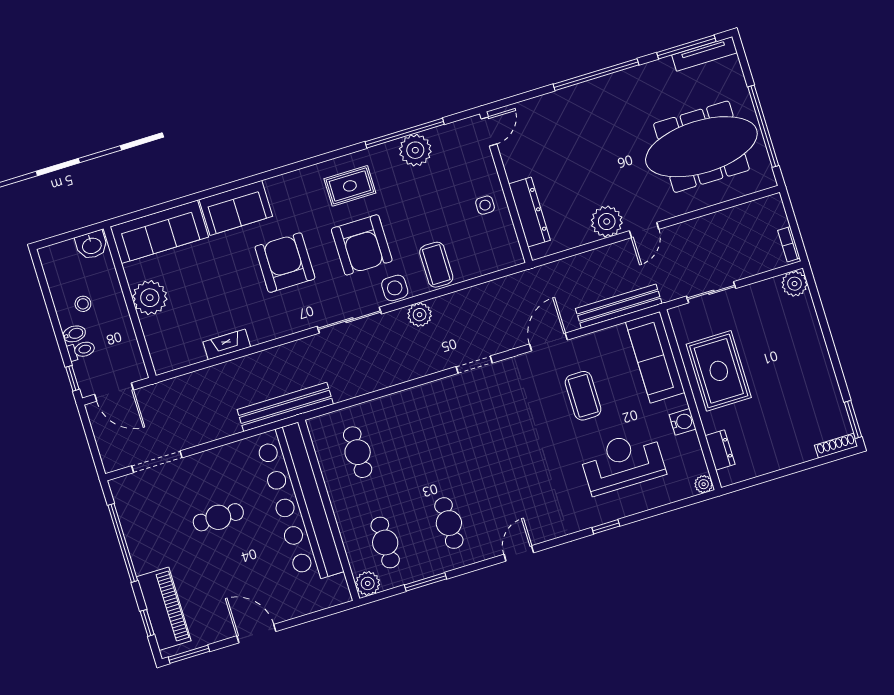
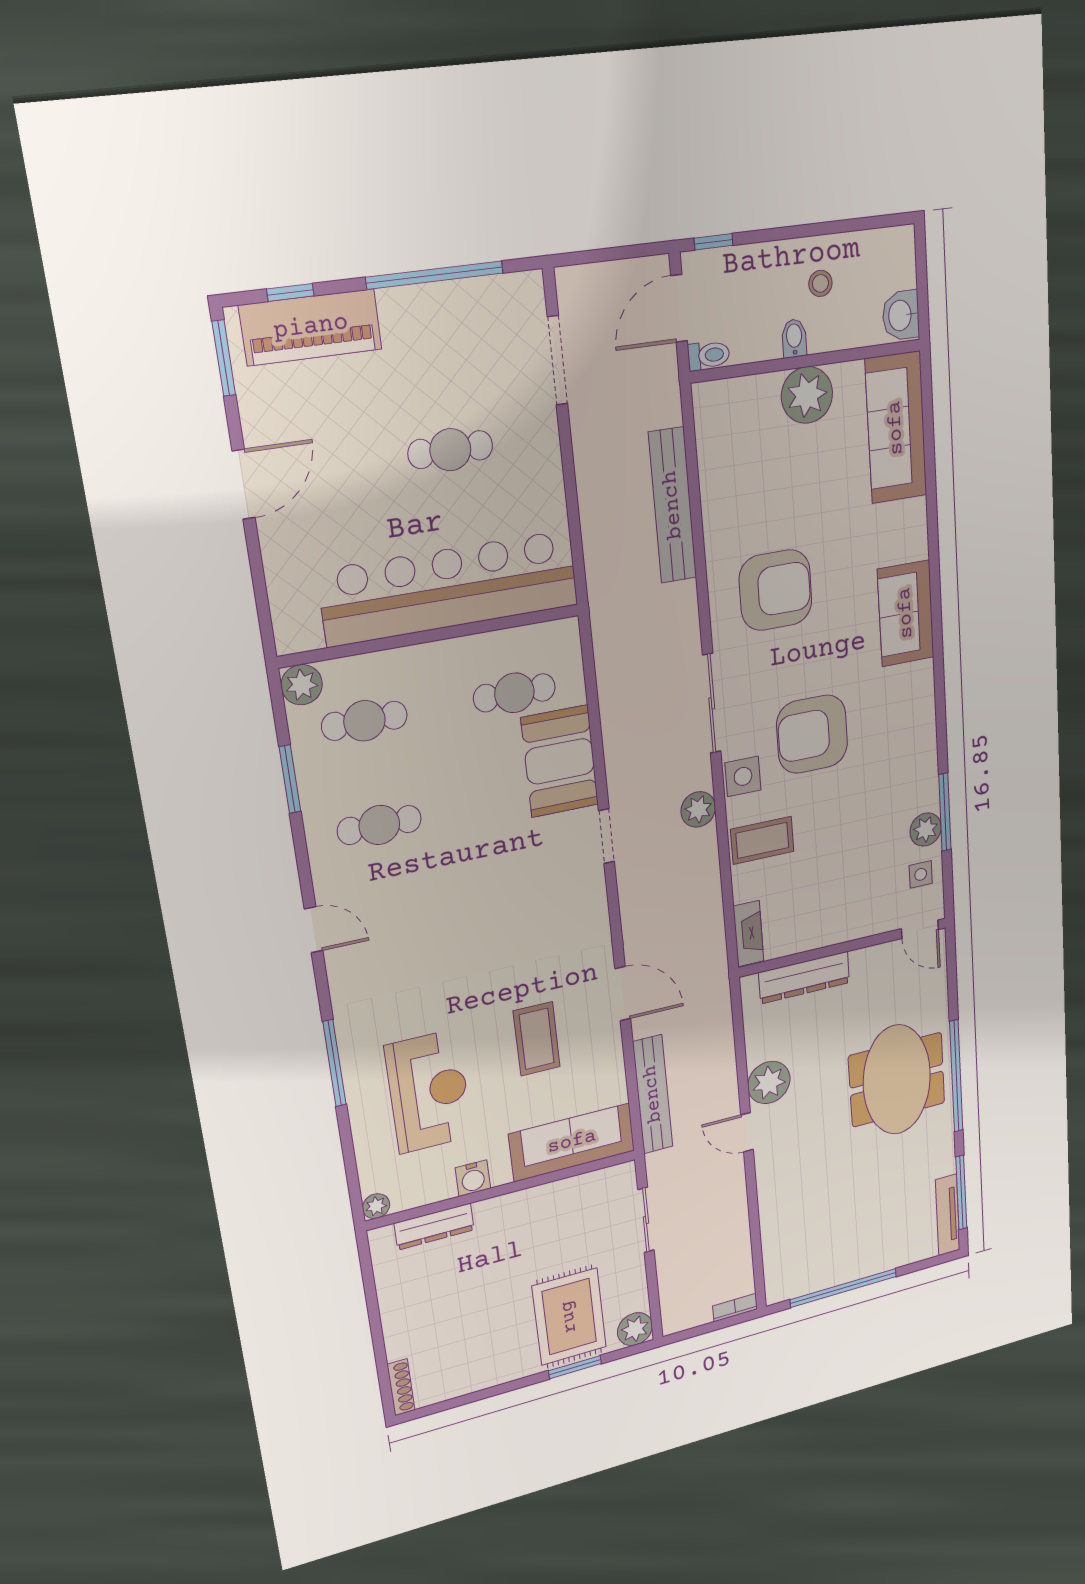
window: (405, 133) -> (945, 812), width x0.68
meeting table: (701, 147) -> (897, 1080), moved, width x0.73
plant: (415, 150) -> (926, 830), width x0.73, depth x0.73
rug: (350, 186) -> (895, 726), removed
side table: (485, 205) -> (921, 874), moved
sofa: (236, 208) -> (906, 613), moved
bookcase: (789, 244) -> (735, 1308), moved
armchair: (285, 263) -> (776, 590), moved
bidet: (74, 334) -> (794, 338), moved, turned 180
fireplace: (227, 344) -> (749, 934), moved
toilet: (81, 350) -> (709, 355), moved, turned -90
doorway: (474, 365) -> (606, 836), moved
rug: (719, 371) -> (569, 1317), moved, turned 90
coffee table: (583, 396) -> (537, 1039), turned 90
bench: (285, 407) -> (673, 505), moved
booth: (397, 415) -> (560, 761), added
window: (853, 420) -> (575, 1367), moved
dresser: (720, 450) -> (434, 1226), width x1.44
cafe table: (218, 517) -> (450, 450), turned 90
window: (606, 527) -> (334, 1063), width x2.17

